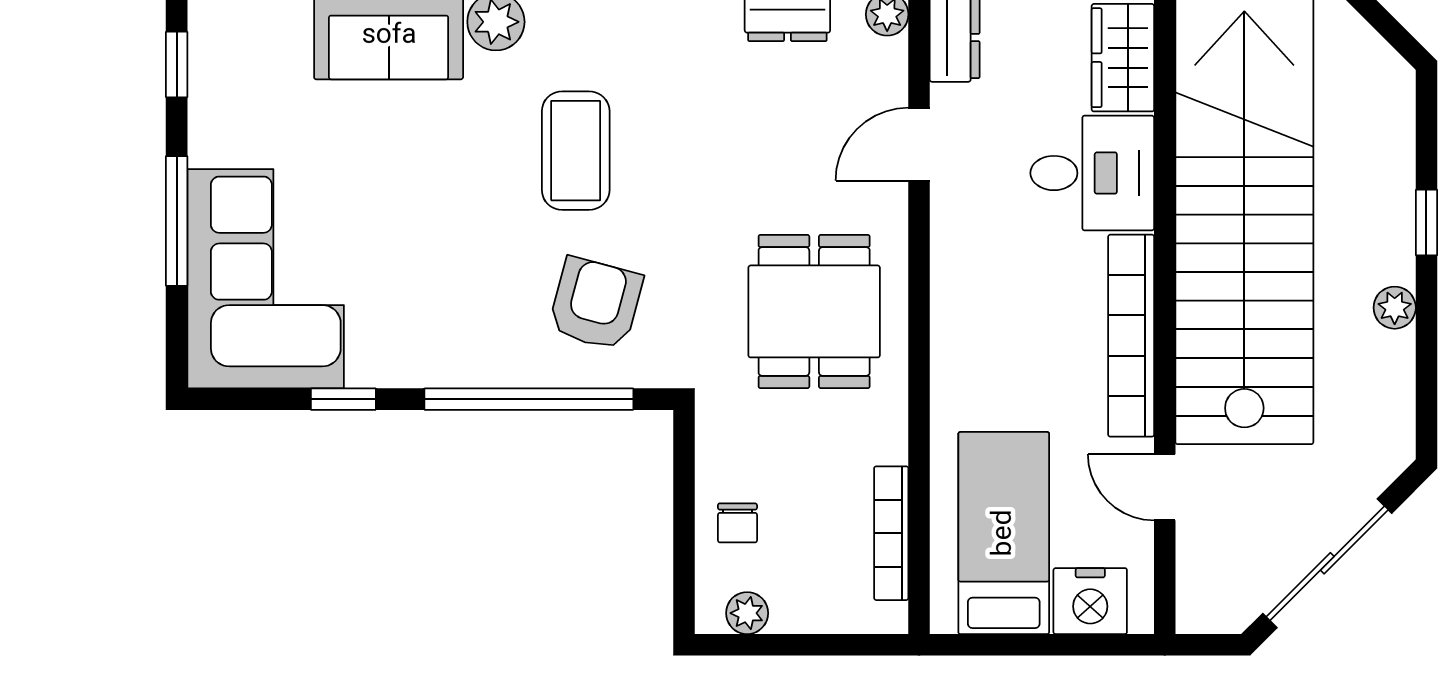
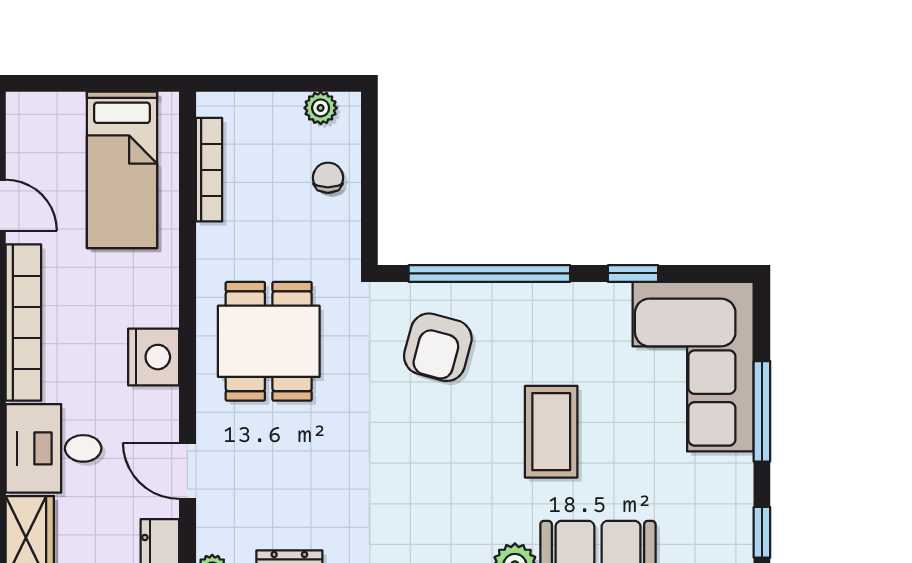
door: (919, 144) -> (187, 471), swing flipped
coffee table: (576, 151) -> (551, 432), moved
nightstand: (1090, 601) -> (154, 357), moved, turned 90

